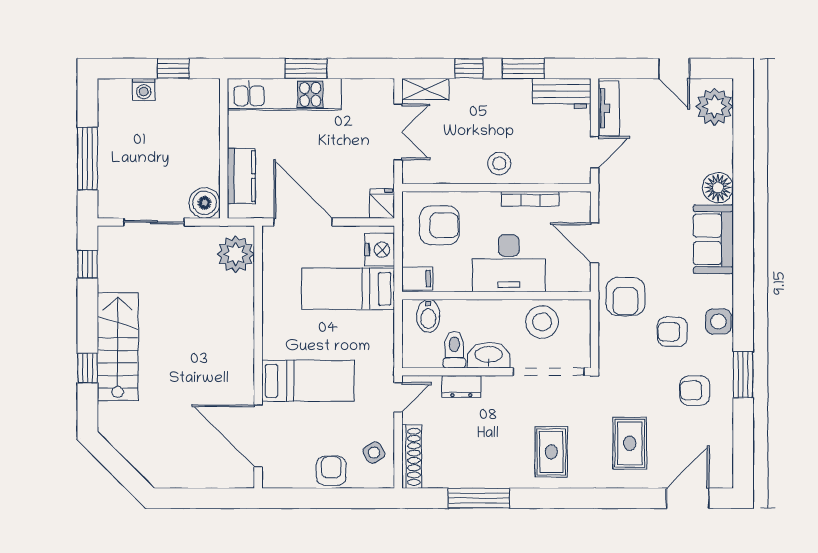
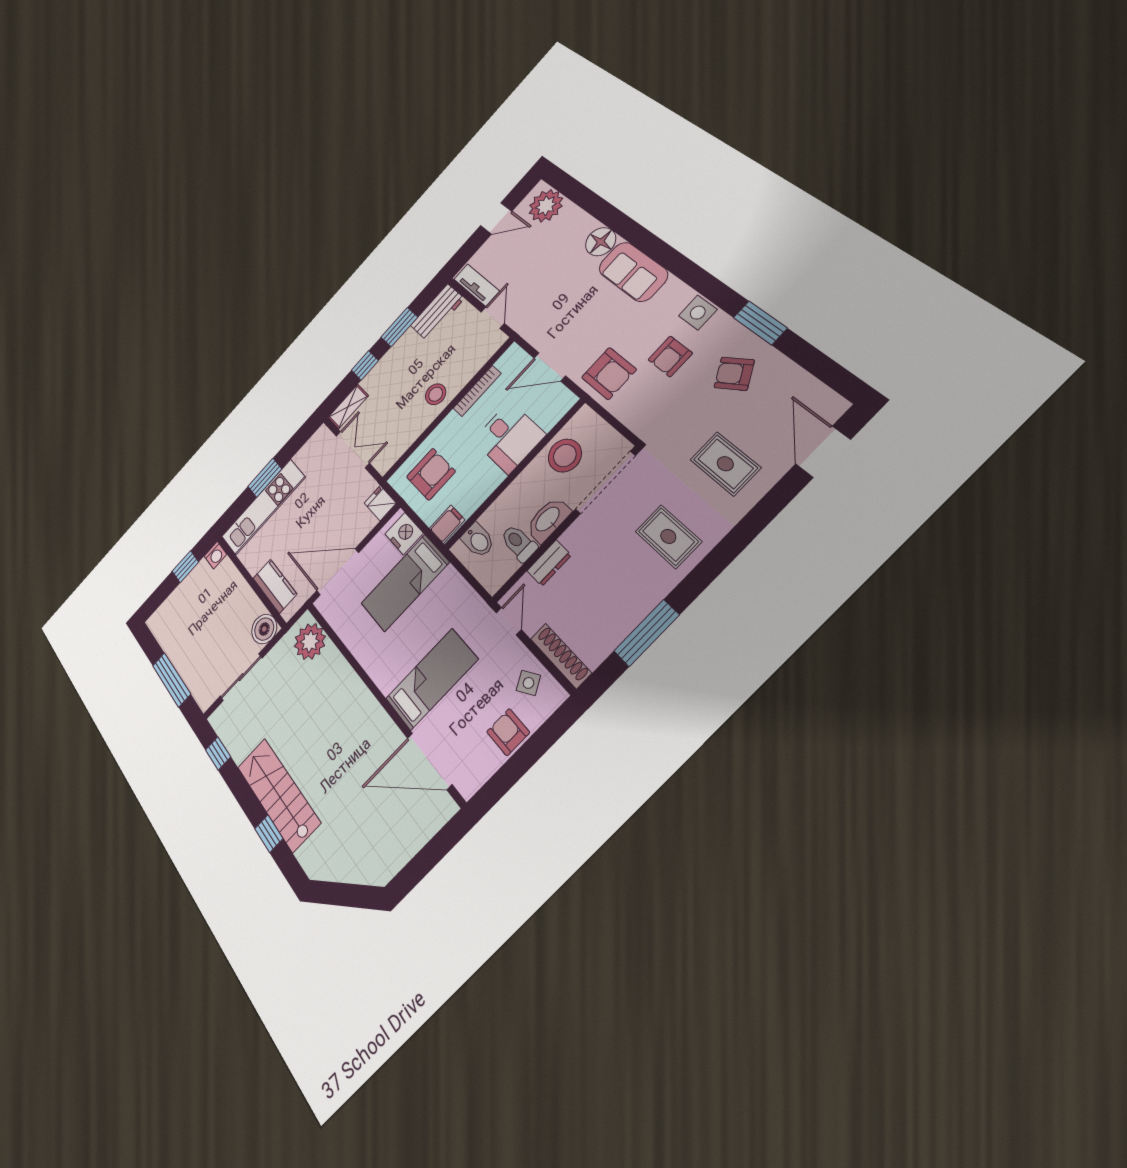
washing machine: (144, 89) -> (216, 555), moved
desk: (509, 263) -> (509, 437), width x0.73
armchair: (695, 391) -> (734, 374), turned 59

